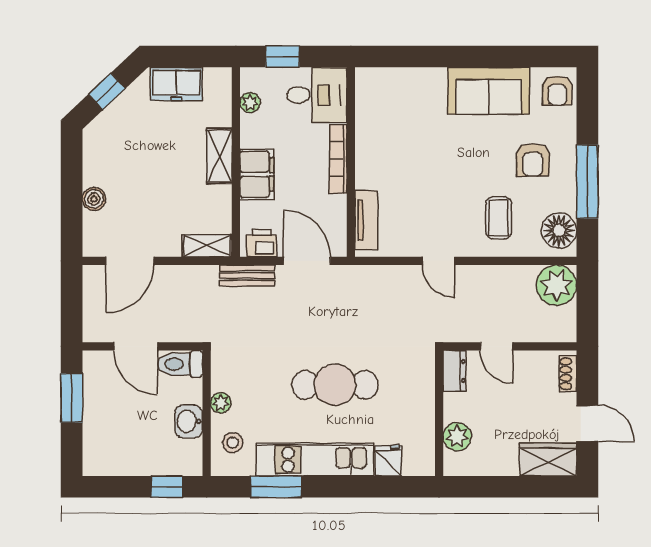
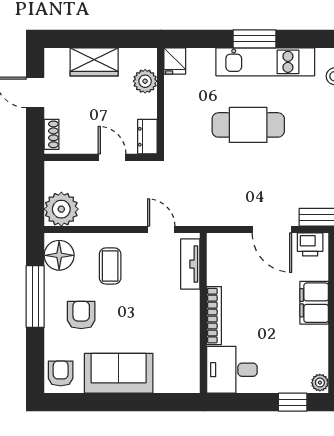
desk: (317, 95) -> (232, 370), moved
plant: (250, 103) -> (320, 383), moved
bookcase: (338, 159) -> (214, 316), moved
wall: (351, 162) -> (203, 313), moved
tv unit: (366, 220) -> (190, 264), moved
wardrobe: (548, 459) -> (94, 62), moved
fridge: (388, 461) -> (175, 61), moved
window: (276, 487) -> (254, 39), moved

